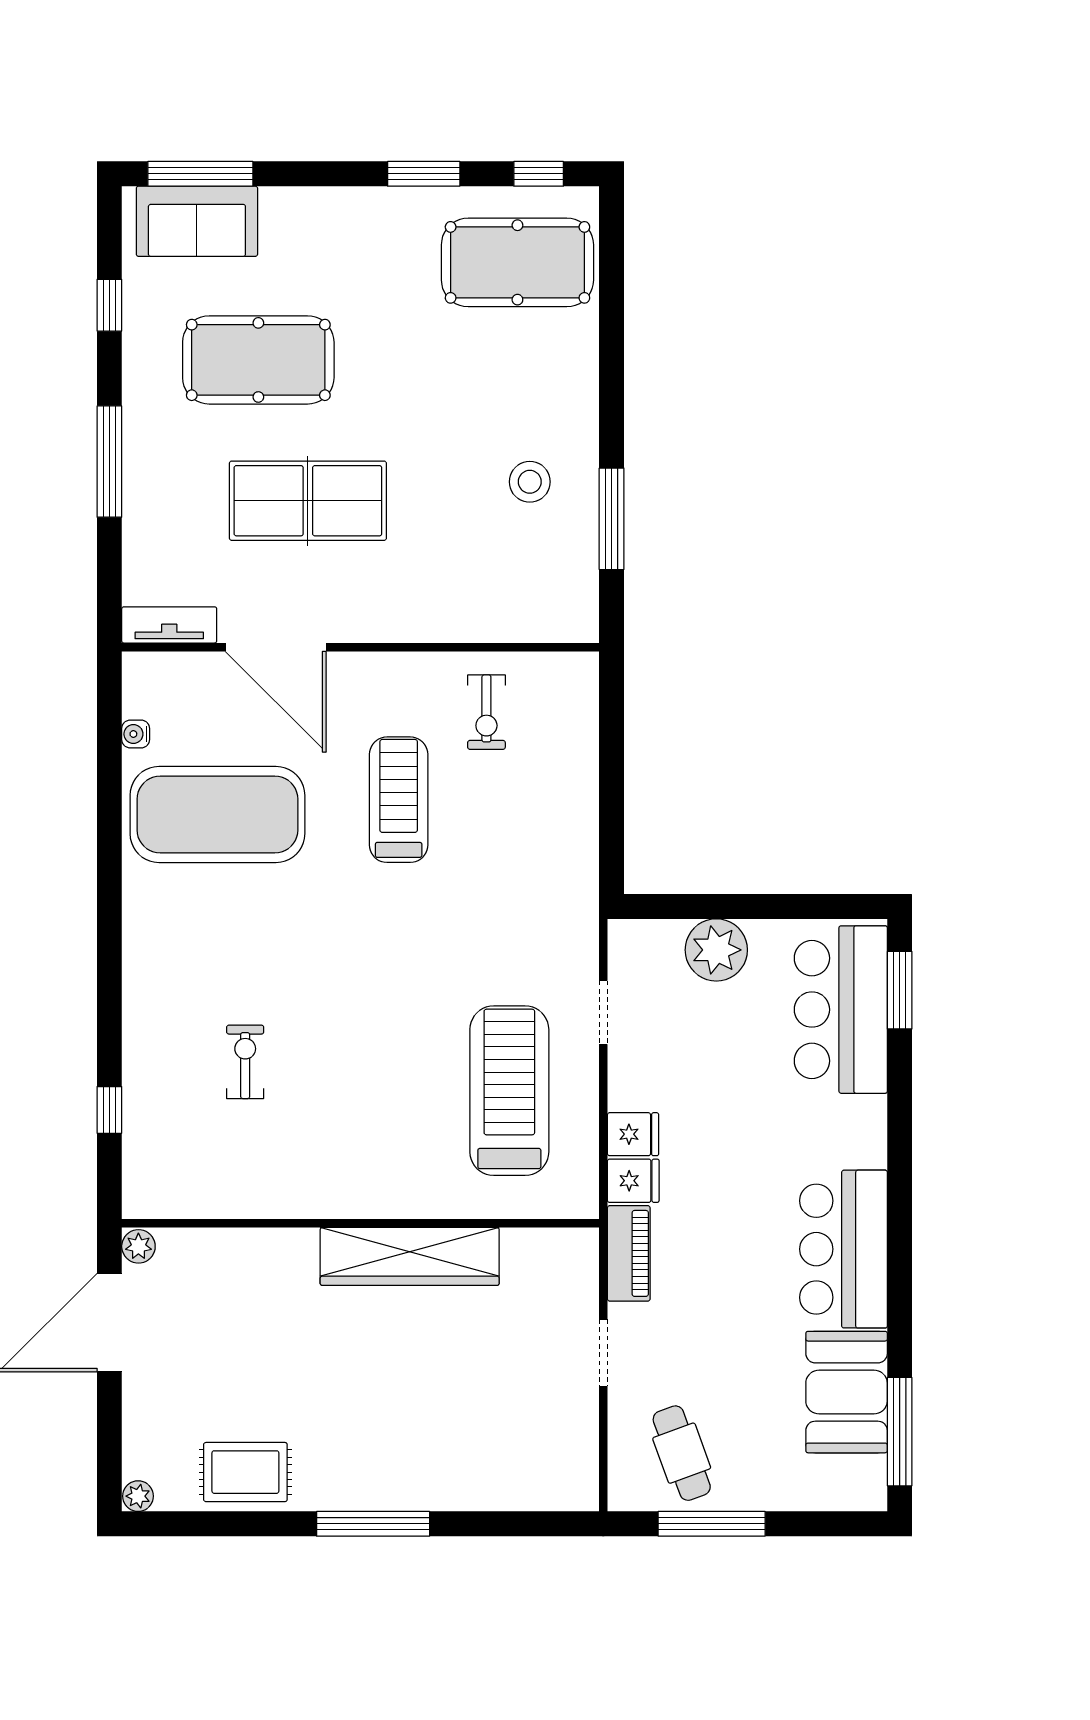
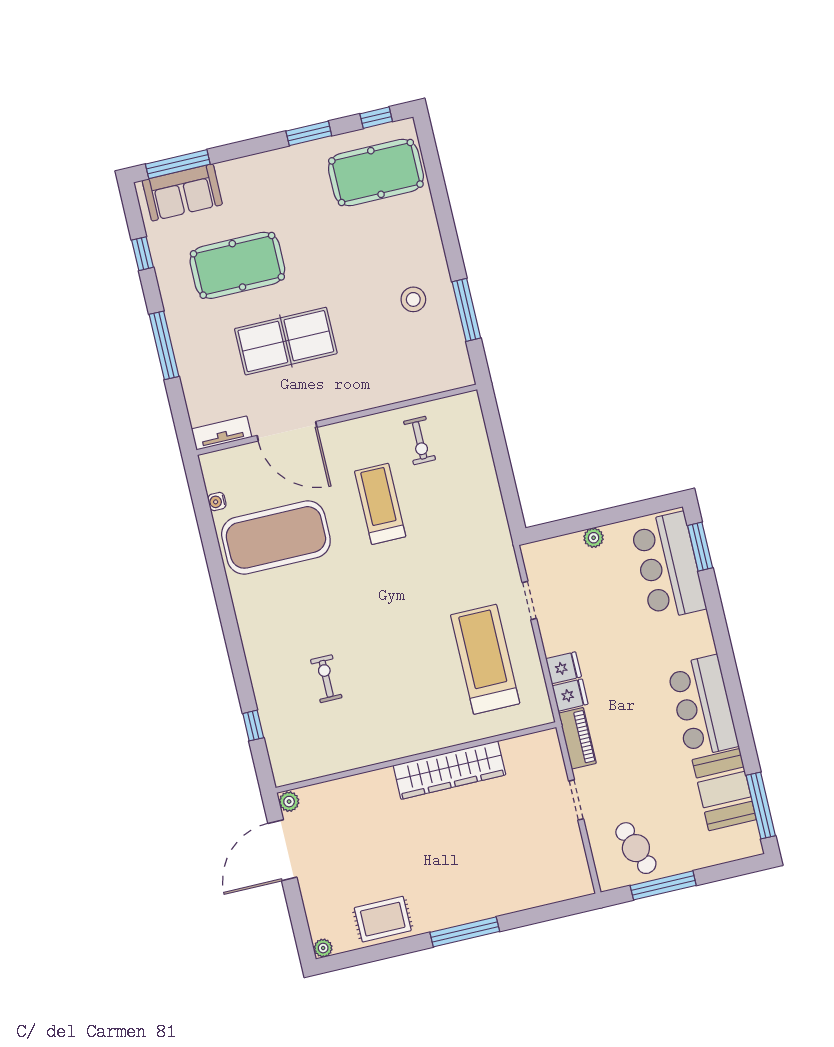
plant: (716, 950) -> (594, 538), width x0.53, depth x0.53

